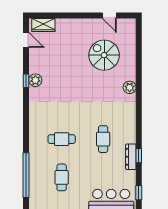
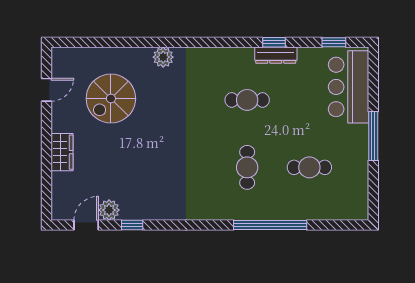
wardrobe: (43, 25) -> (62, 152), moved
plant: (35, 80) -> (109, 210), moved
window: (26, 81) -> (132, 225), moved
window: (26, 175) -> (270, 225), moved

